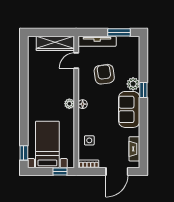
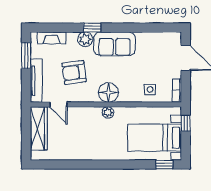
floor lamp: (83, 104) -> (108, 93), width x1.89, depth x1.89
fireplace: (134, 149) -> (52, 38), moved

